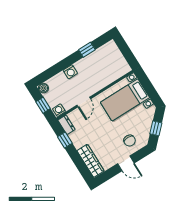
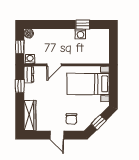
washing machine: (70, 72) -> (80, 34), moved

